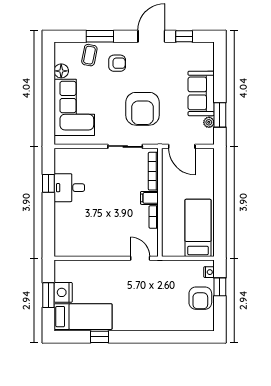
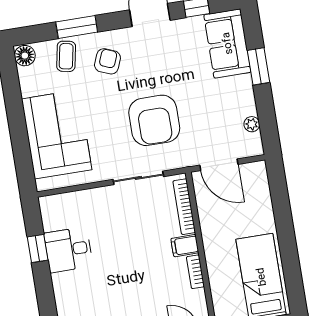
armchair: (117, 63) -> (107, 61), turned -68
floor lamp: (61, 71) -> (25, 56), moved
sofa: (201, 93) -> (227, 43), moved
window: (220, 115) -> (258, 66), moved

